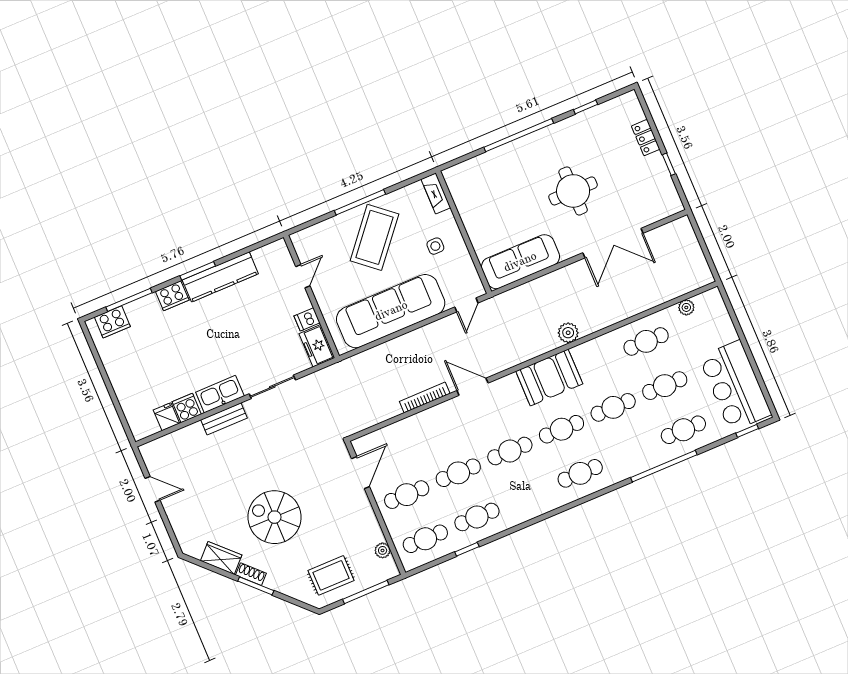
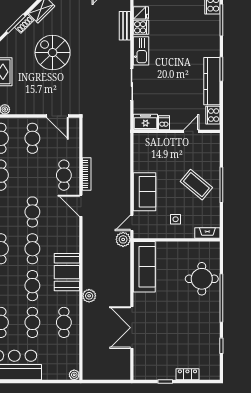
round table: (573, 191) -> (202, 279), moved
coffee table: (374, 237) -> (196, 185), width x0.73, depth x0.76
door: (303, 276) -> (191, 131), swing flipped
cooker: (172, 296) -> (213, 115), moved
door: (466, 305) -> (132, 223), hinge flipped
plant: (686, 307) -> (74, 375), moved
plant: (495, 308) -> (123, 239), added
sofa: (391, 311) -> (145, 192), width x0.54, depth x0.79
plant: (568, 333) -> (89, 296), moved
booth: (549, 377) -> (67, 272), moved
door: (473, 387) -> (81, 206), swing flipped
bench: (224, 419) -> (125, 26), moved
cafe table: (458, 473) -> (64, 175), moved
spiral stairs: (275, 517) -> (53, 53), turned -90

